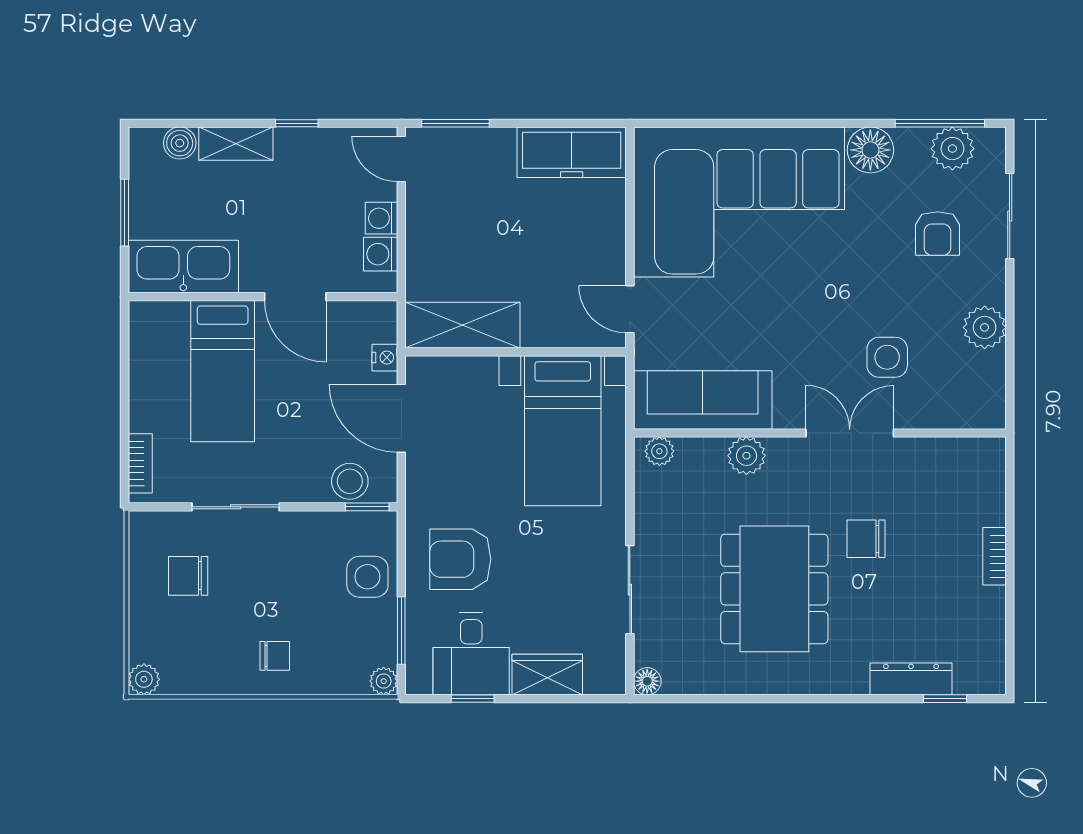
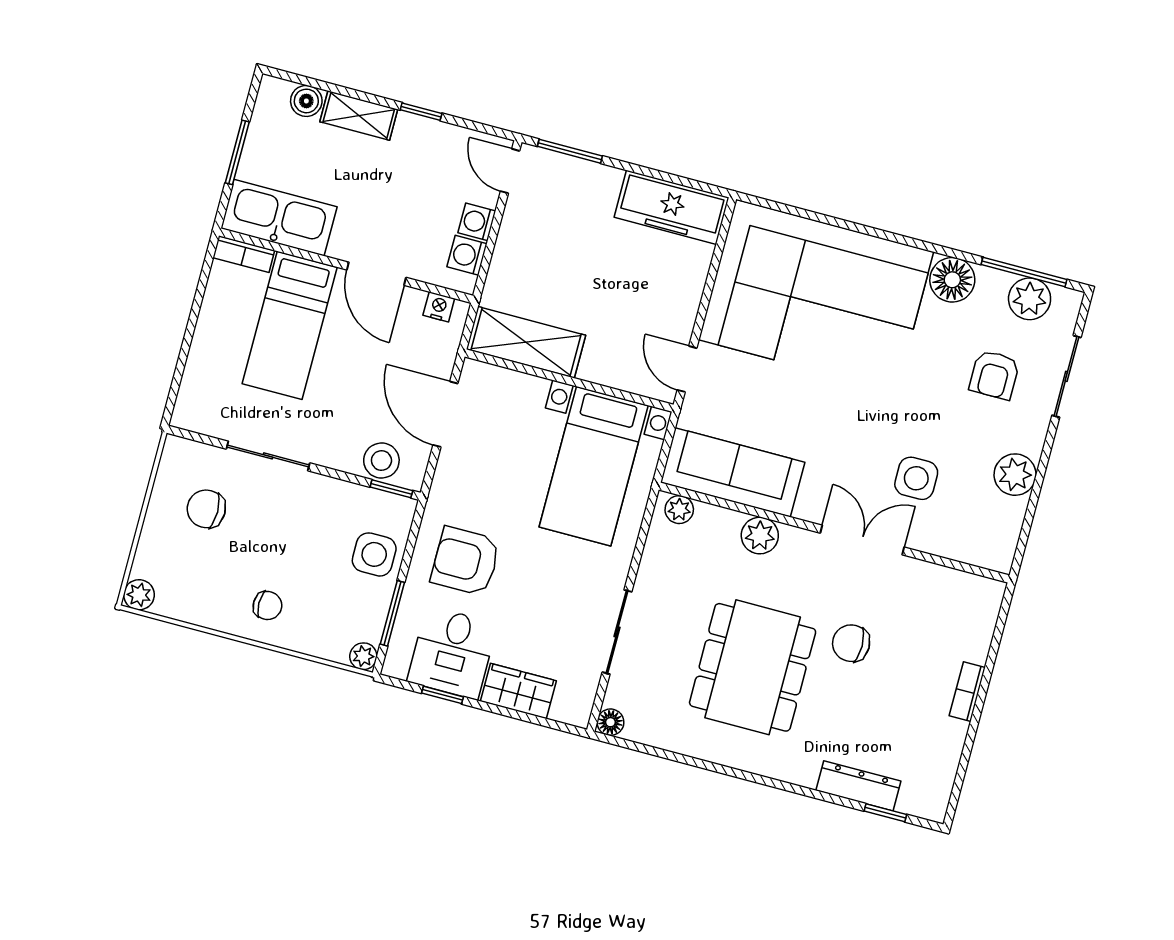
nightstand: (385, 358) -> (439, 307), moved, turned -90
bookcase: (140, 463) -> (244, 254), moved, turned 90

